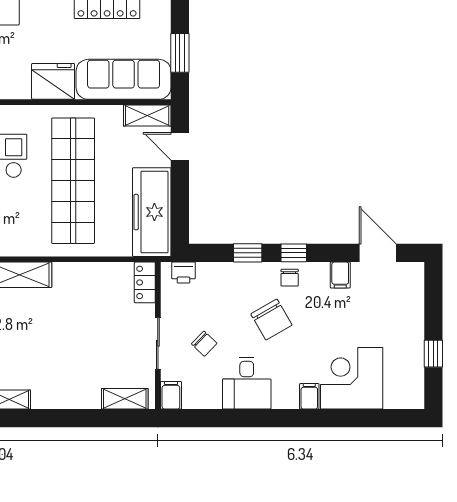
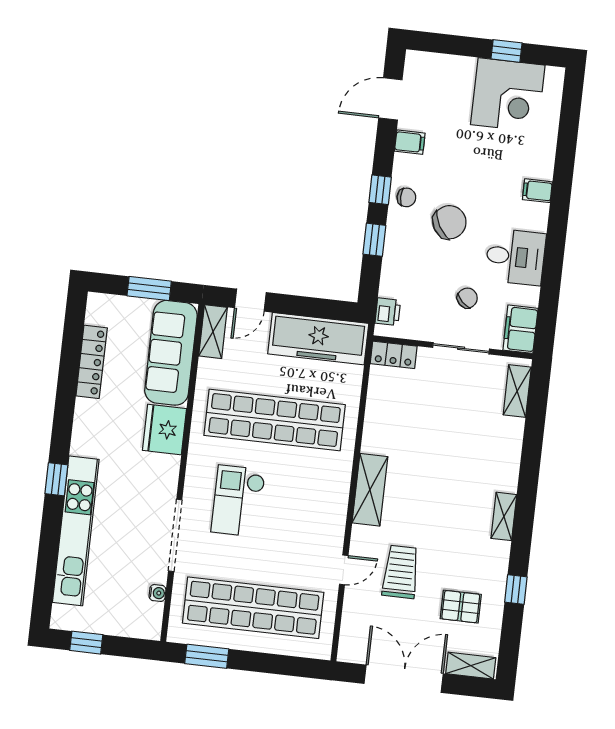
corner desk: (352, 378) -> (508, 95), moved, turned -90
filing cabinet: (171, 395) -> (520, 329), width x2.00

